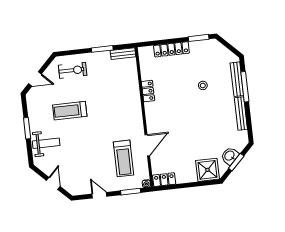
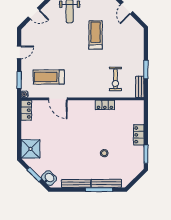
locker: (171, 49) -> (139, 135), width x0.66
exercise bike: (73, 70) -> (115, 79), moved
washbasin: (230, 156) -> (49, 178), moved

